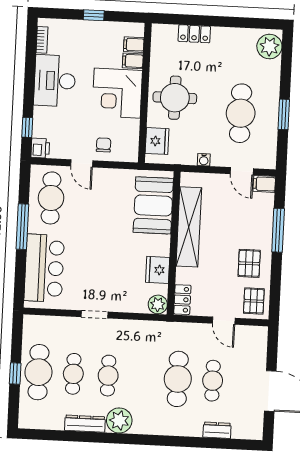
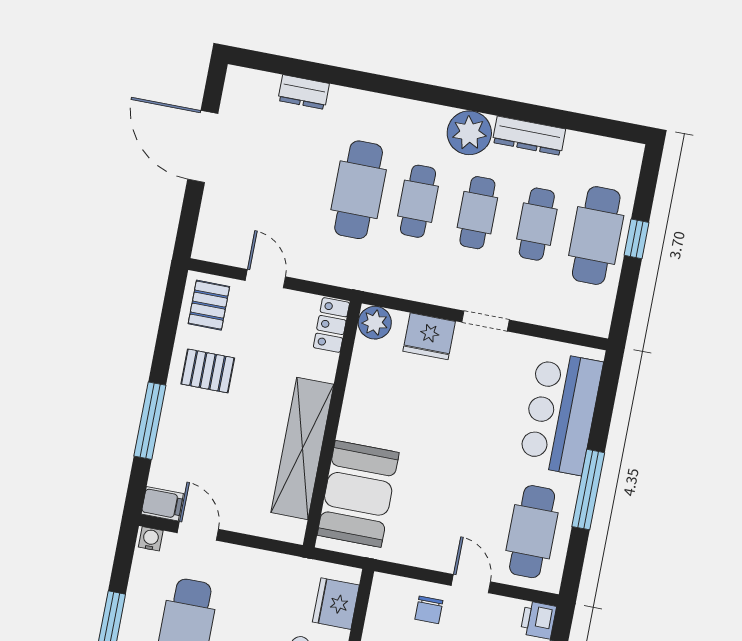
water cooler: (204, 160) -> (151, 539), moved
pallet: (249, 263) -> (208, 371), turned 90
fridge: (158, 270) -> (429, 336), moved, turned 90
cafe table: (213, 381) -> (418, 201), moved

